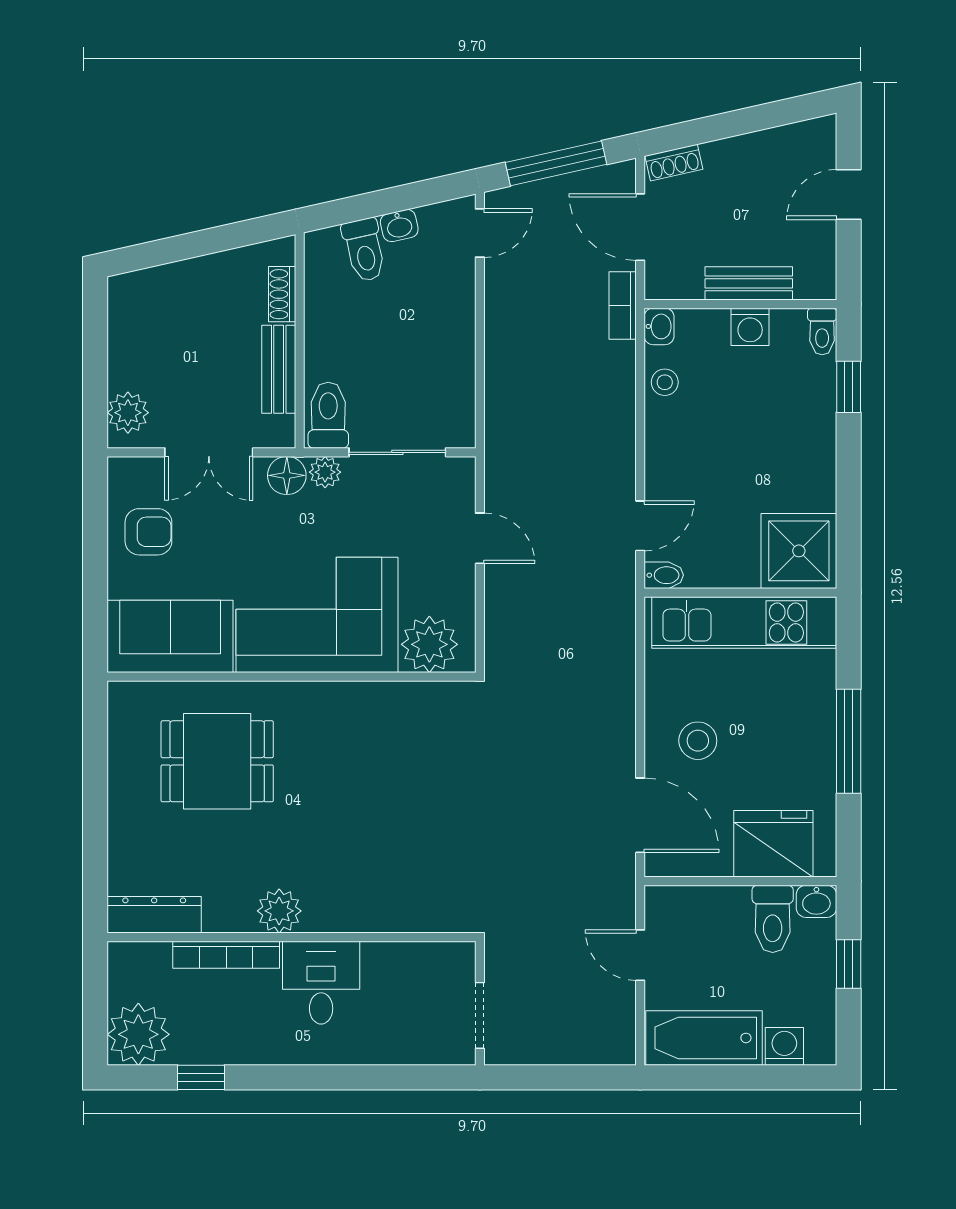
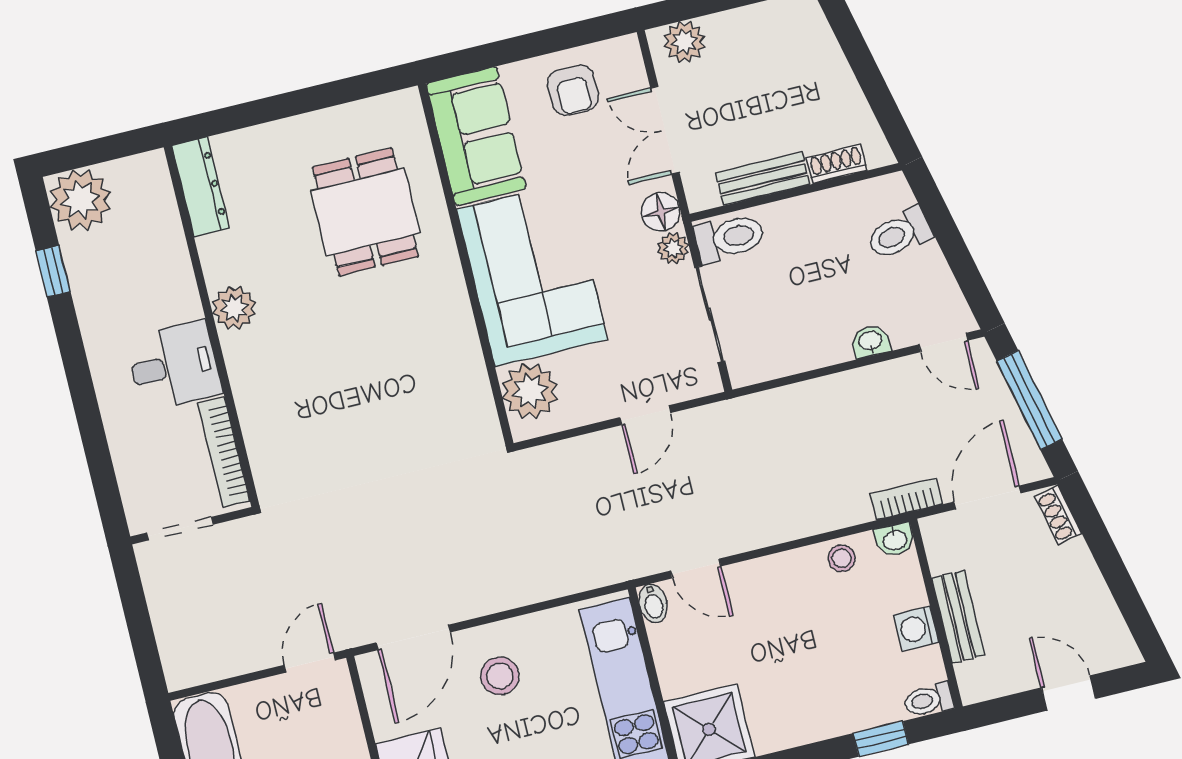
washbasin: (399, 226) -> (870, 341), moved, turned 103
bookcase: (226, 955) -> (224, 452), moved
door: (640, 955) -> (310, 663), moved

